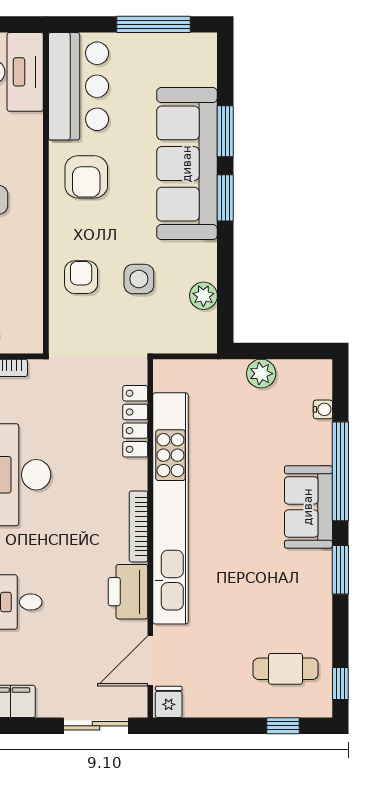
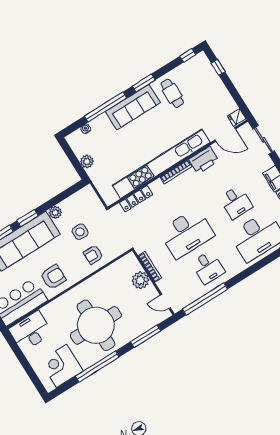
plant: (203, 296) -> (55, 212), moved
sofa: (308, 507) -> (133, 107), width x1.36
cafe table: (286, 669) -> (172, 93), moved

